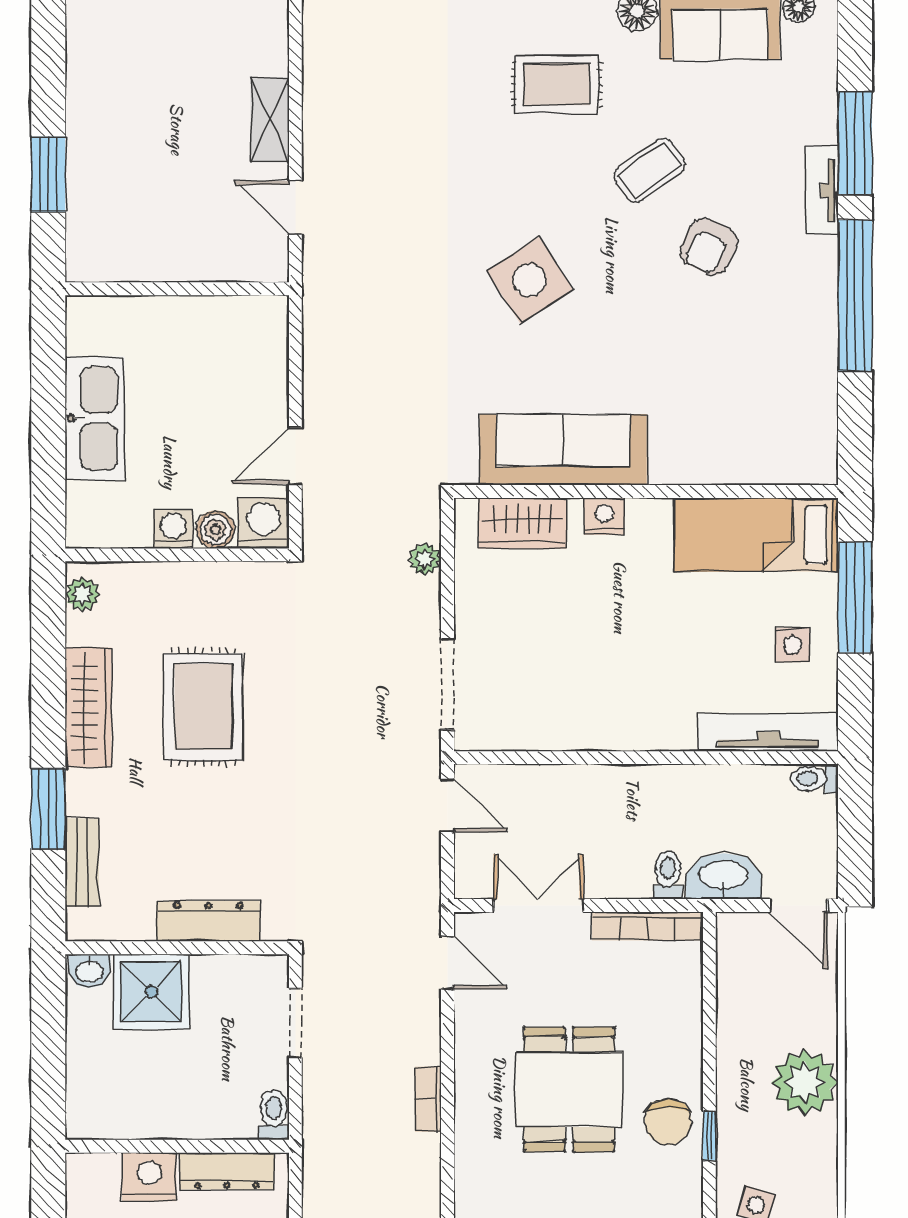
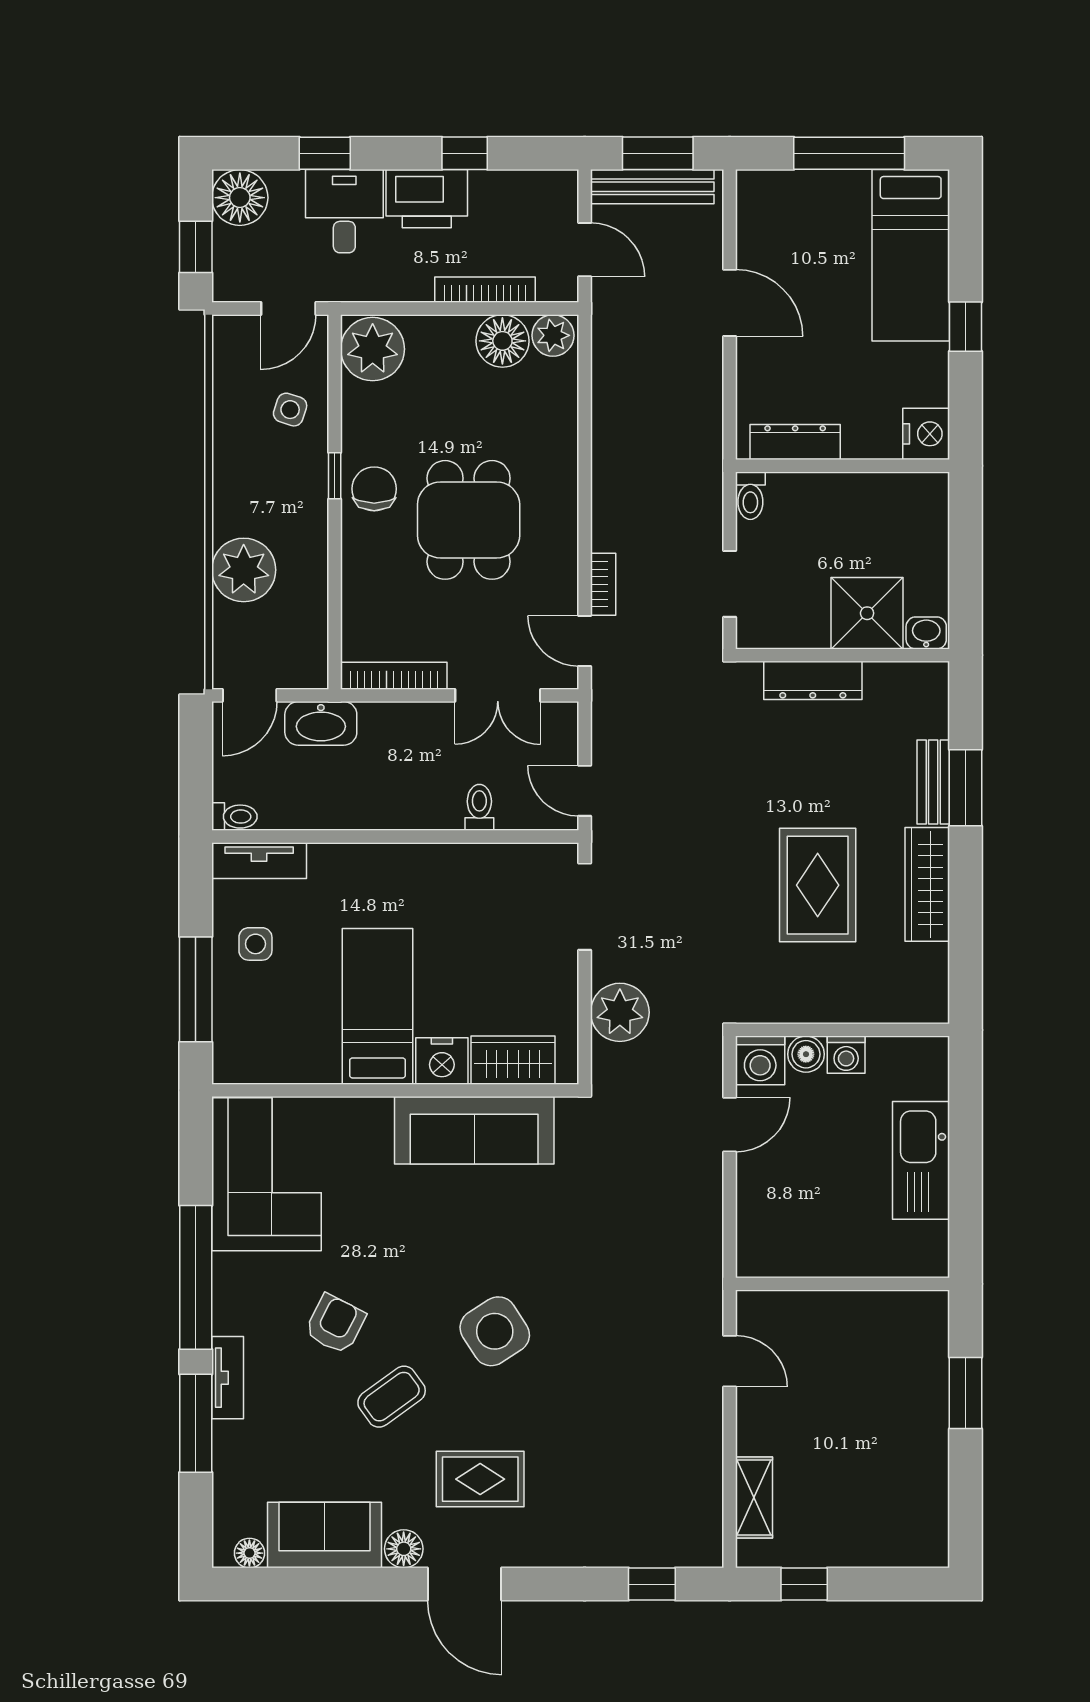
shelving: (270, 120) -> (754, 1498), moved
side table: (530, 280) -> (495, 1331), moved
corner sofa: (781, 404) -> (266, 1174), added
nightstand: (604, 516) -> (442, 1061), width x1.36, depth x1.33
bed: (756, 535) -> (377, 1006), moved, turned -90
plant: (425, 559) -> (620, 1012), width x1.88, depth x1.88
plant: (82, 594) -> (933, 992), removed
tv unit: (768, 732) -> (259, 861), width x0.71
bench: (82, 862) -> (933, 782), moved
toilet: (668, 875) -> (479, 807), moved, turned 180
door: (799, 905) -> (250, 695), swing flipped
plant: (805, 1082) -> (244, 570), moved
bookcase: (428, 1099) -> (603, 584), moved
nightstand: (149, 1177) -> (926, 434), moved, turned -90

